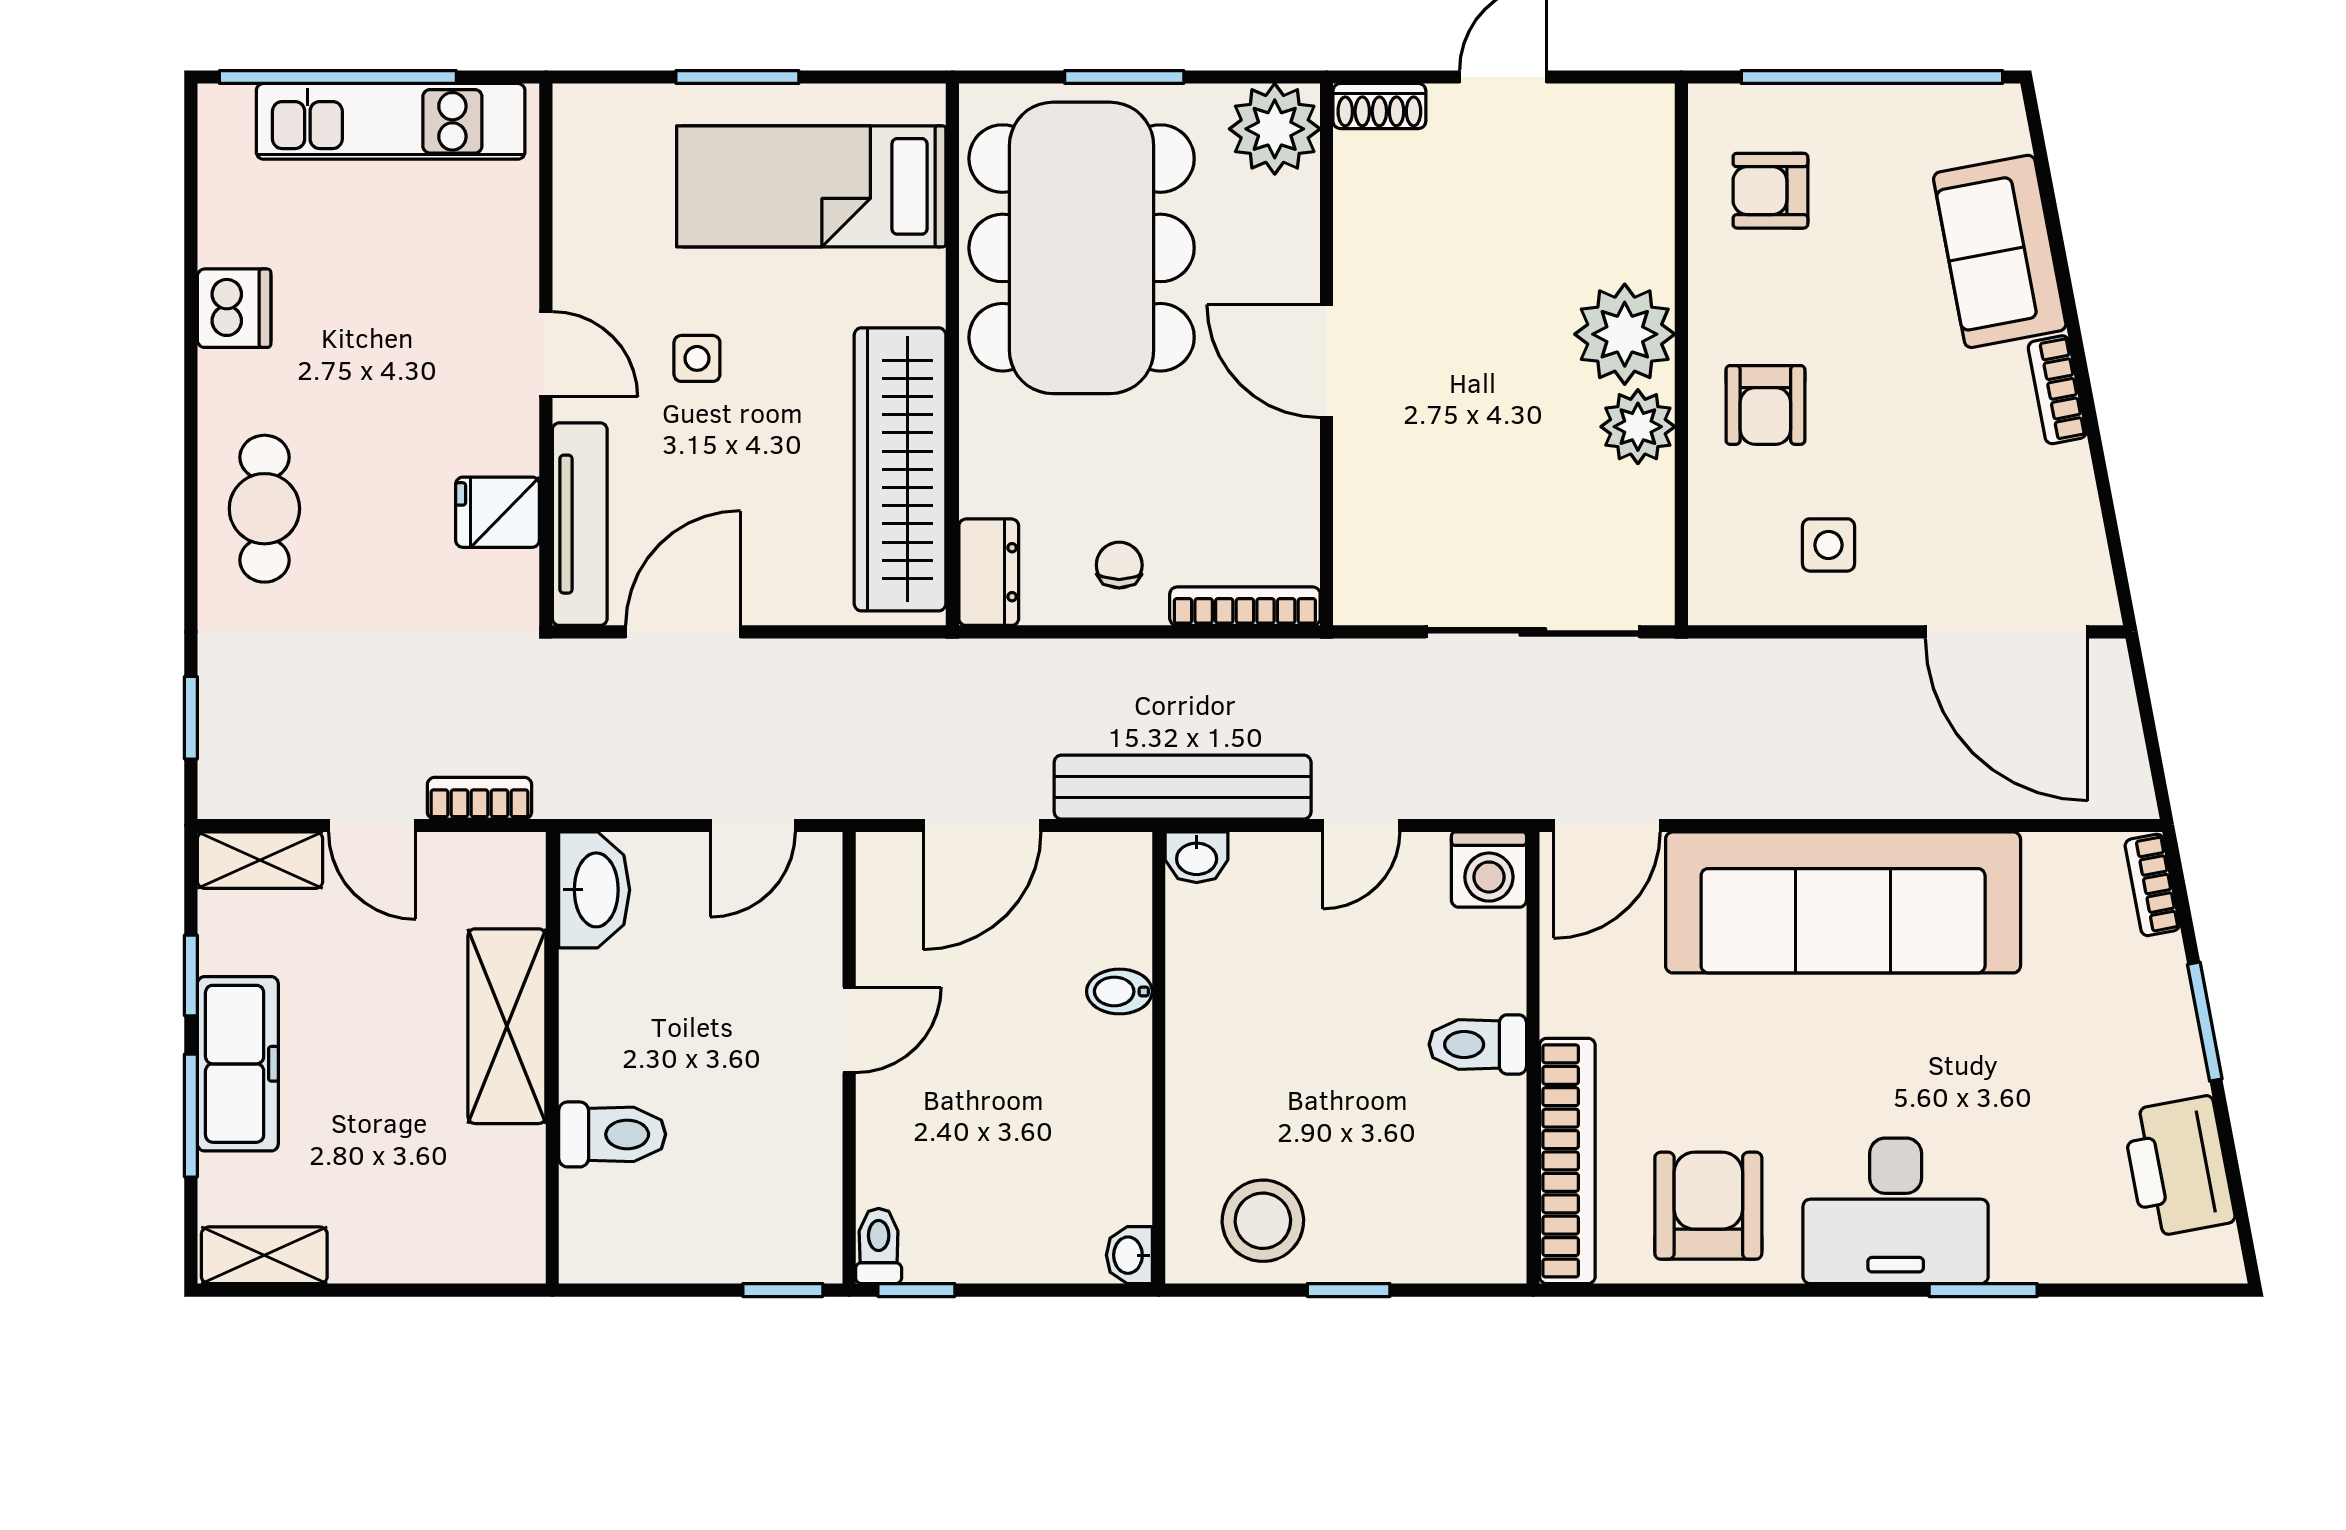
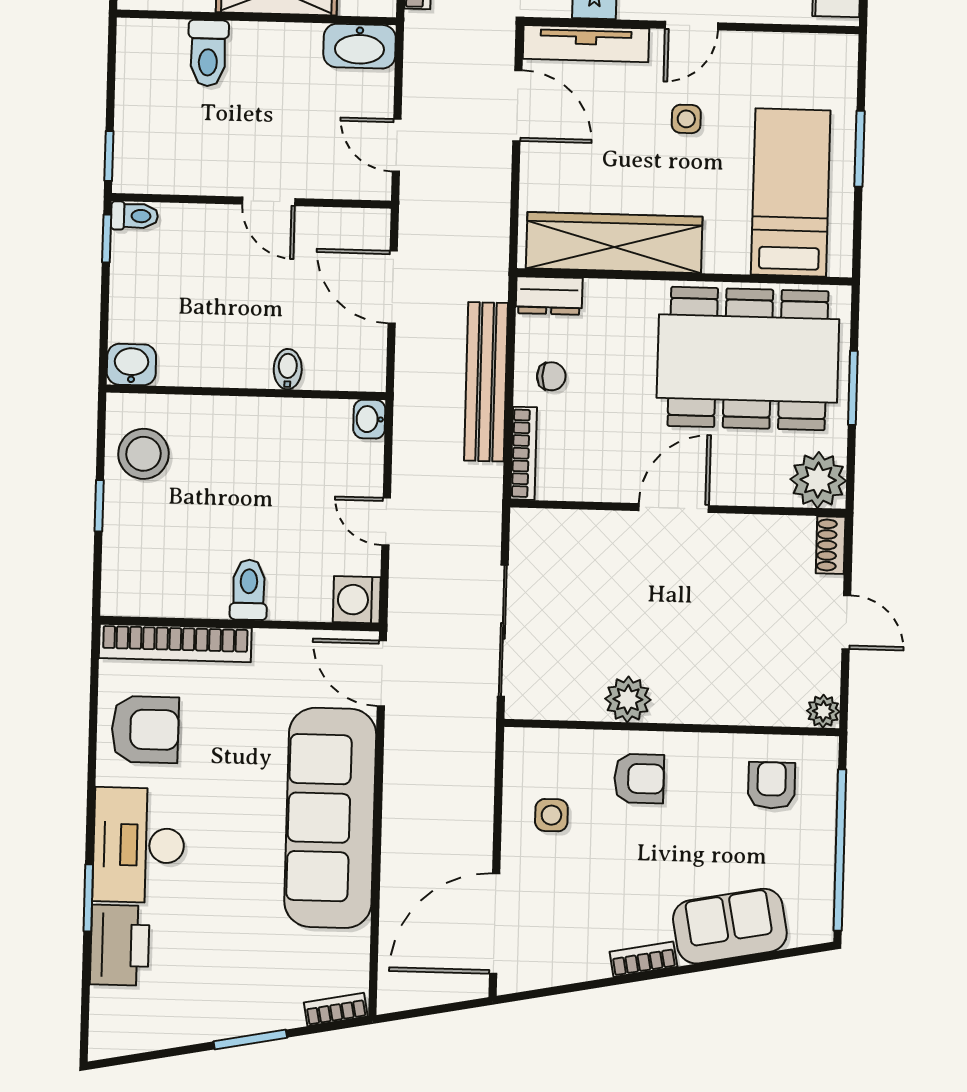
plant: (1625, 334) -> (823, 711), moved, width x0.53, depth x0.53
armchair: (1765, 405) -> (639, 779), turned 180
bench: (1183, 787) -> (486, 382), moved
printer: (2178, 1167) -> (120, 945), moved, turned 101
washbasin: (1129, 1255) -> (131, 365), width x1.38, depth x1.45

